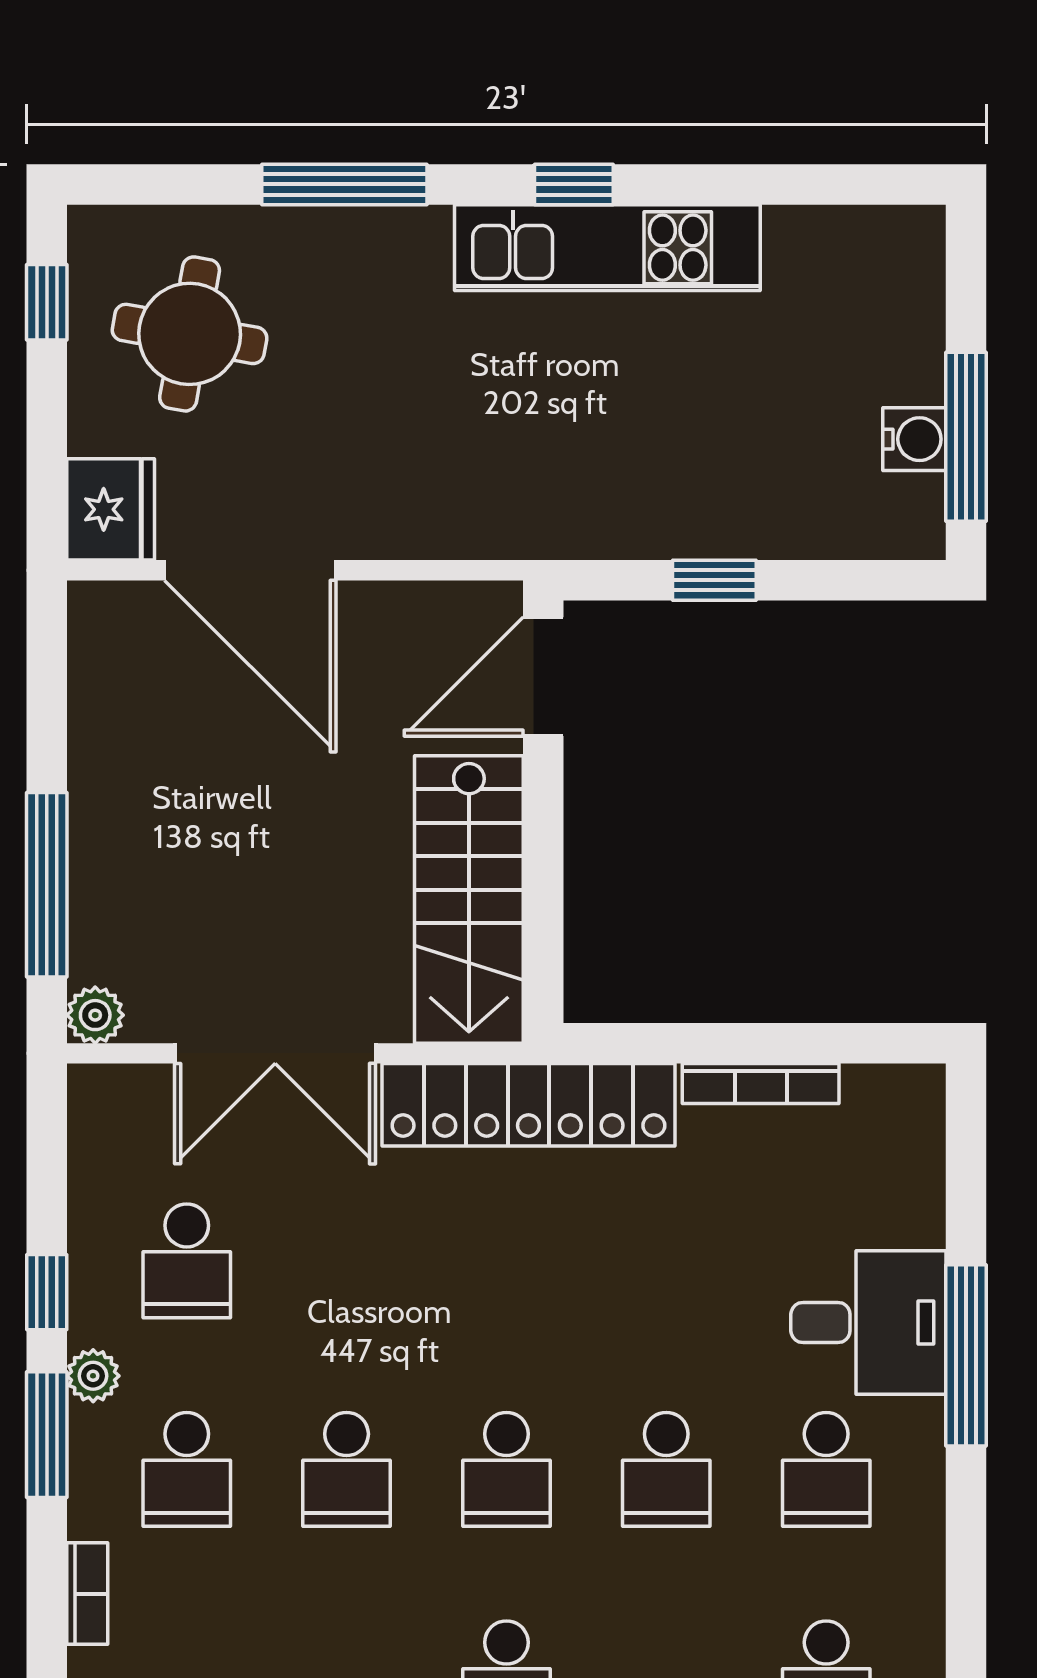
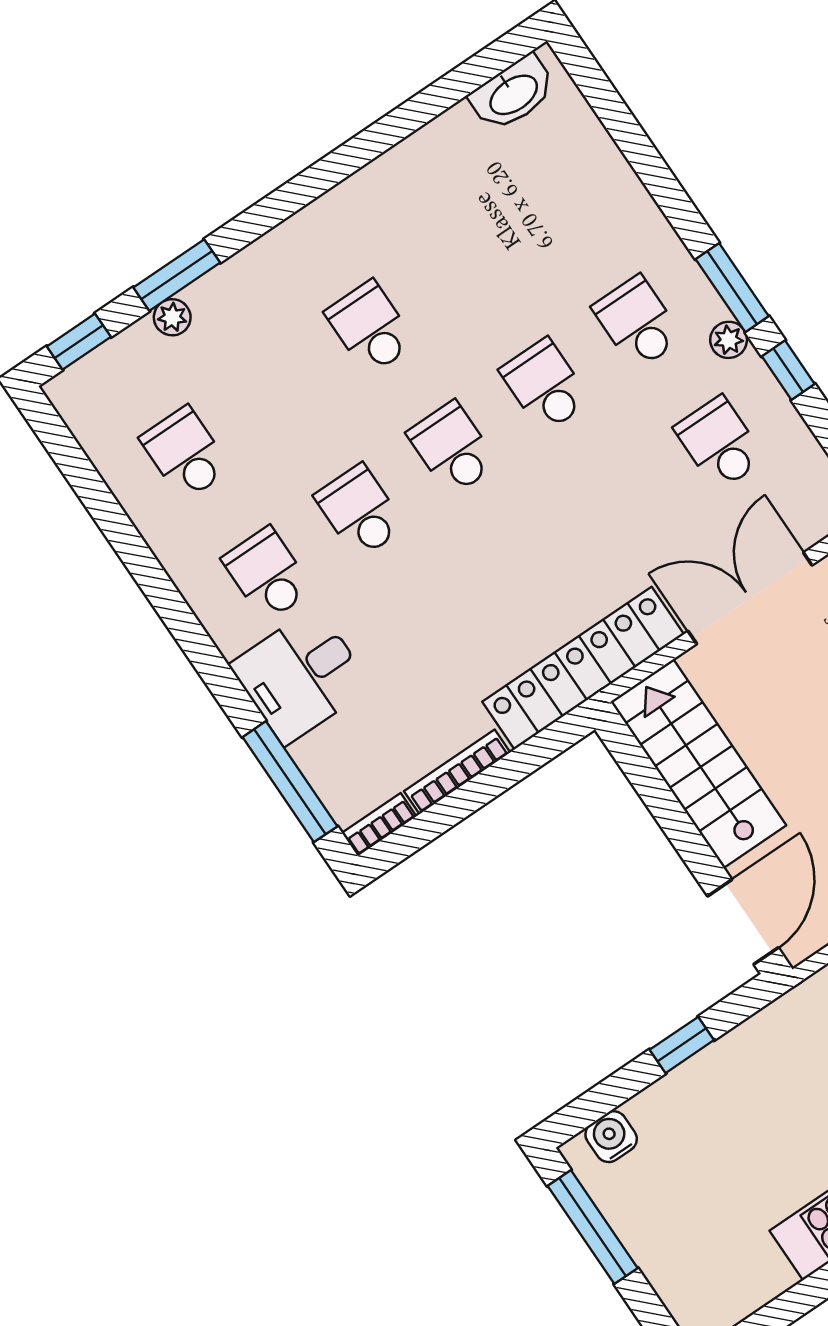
water cooler: (914, 439) -> (611, 1137), moved, turned 90
window: (966, 1355) -> (290, 782), moved
bookcase: (87, 1594) -> (379, 825), moved, turned 90

